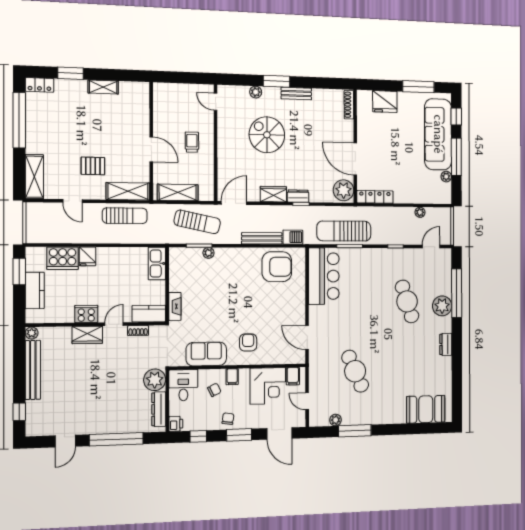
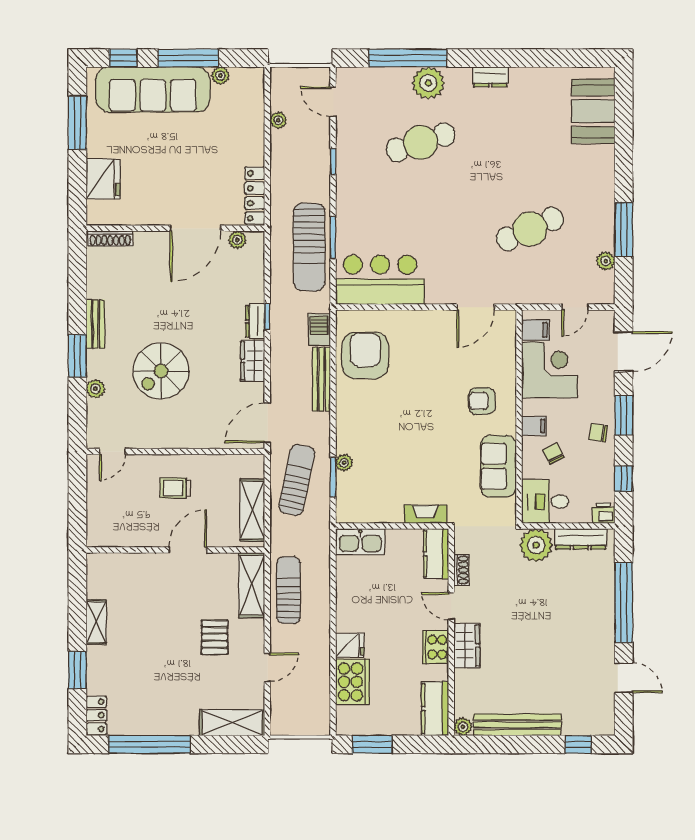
plant: (343, 190) -> (237, 240), width x0.53, depth x0.53
door: (234, 203) -> (267, 423), hinge flipped
kitchen counter: (35, 290) -> (435, 709), moved, turned -90

